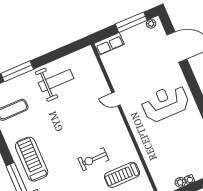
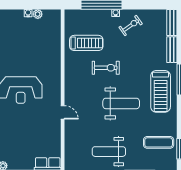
weight bench: (64, 131) -> (121, 103), added

